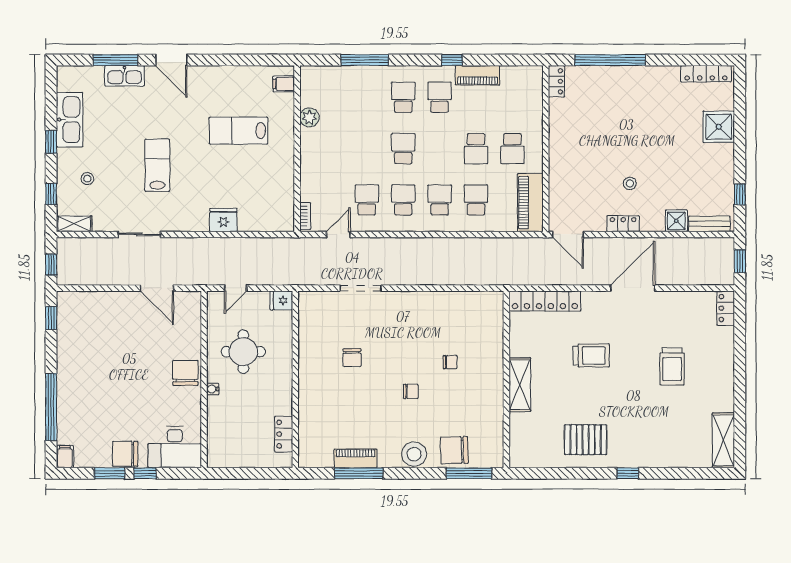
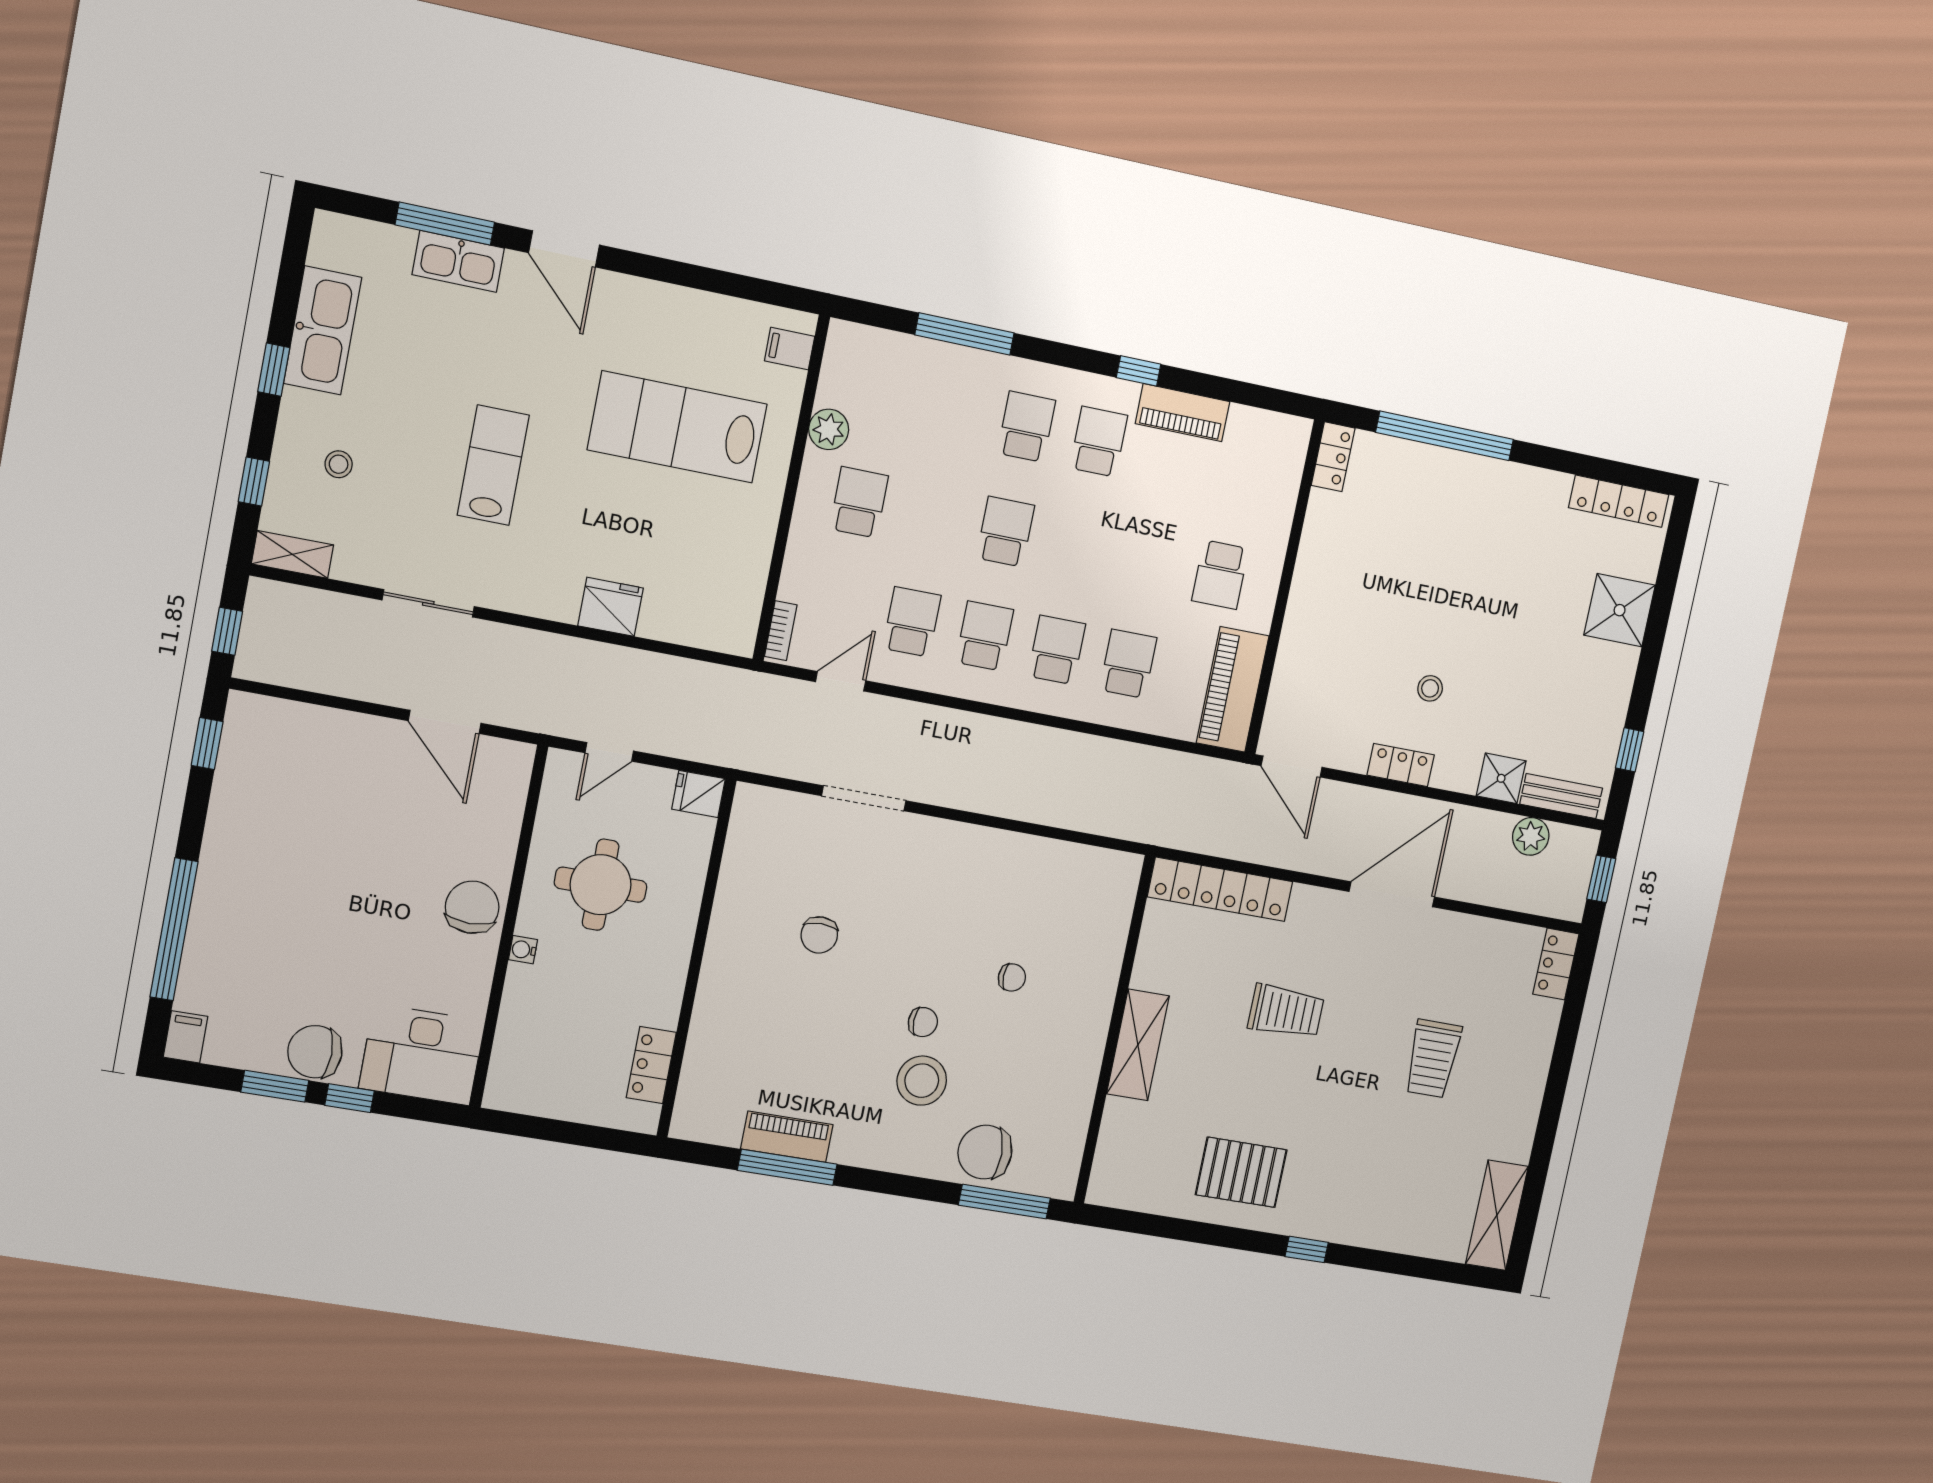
lab bench: (239, 131) -> (677, 427), width x1.36, depth x1.39
school desk: (476, 149) -> (859, 502), moved, turned 180
plant: (698, 247) -> (1531, 836), added
stool: (414, 454) -> (922, 1081), moved

